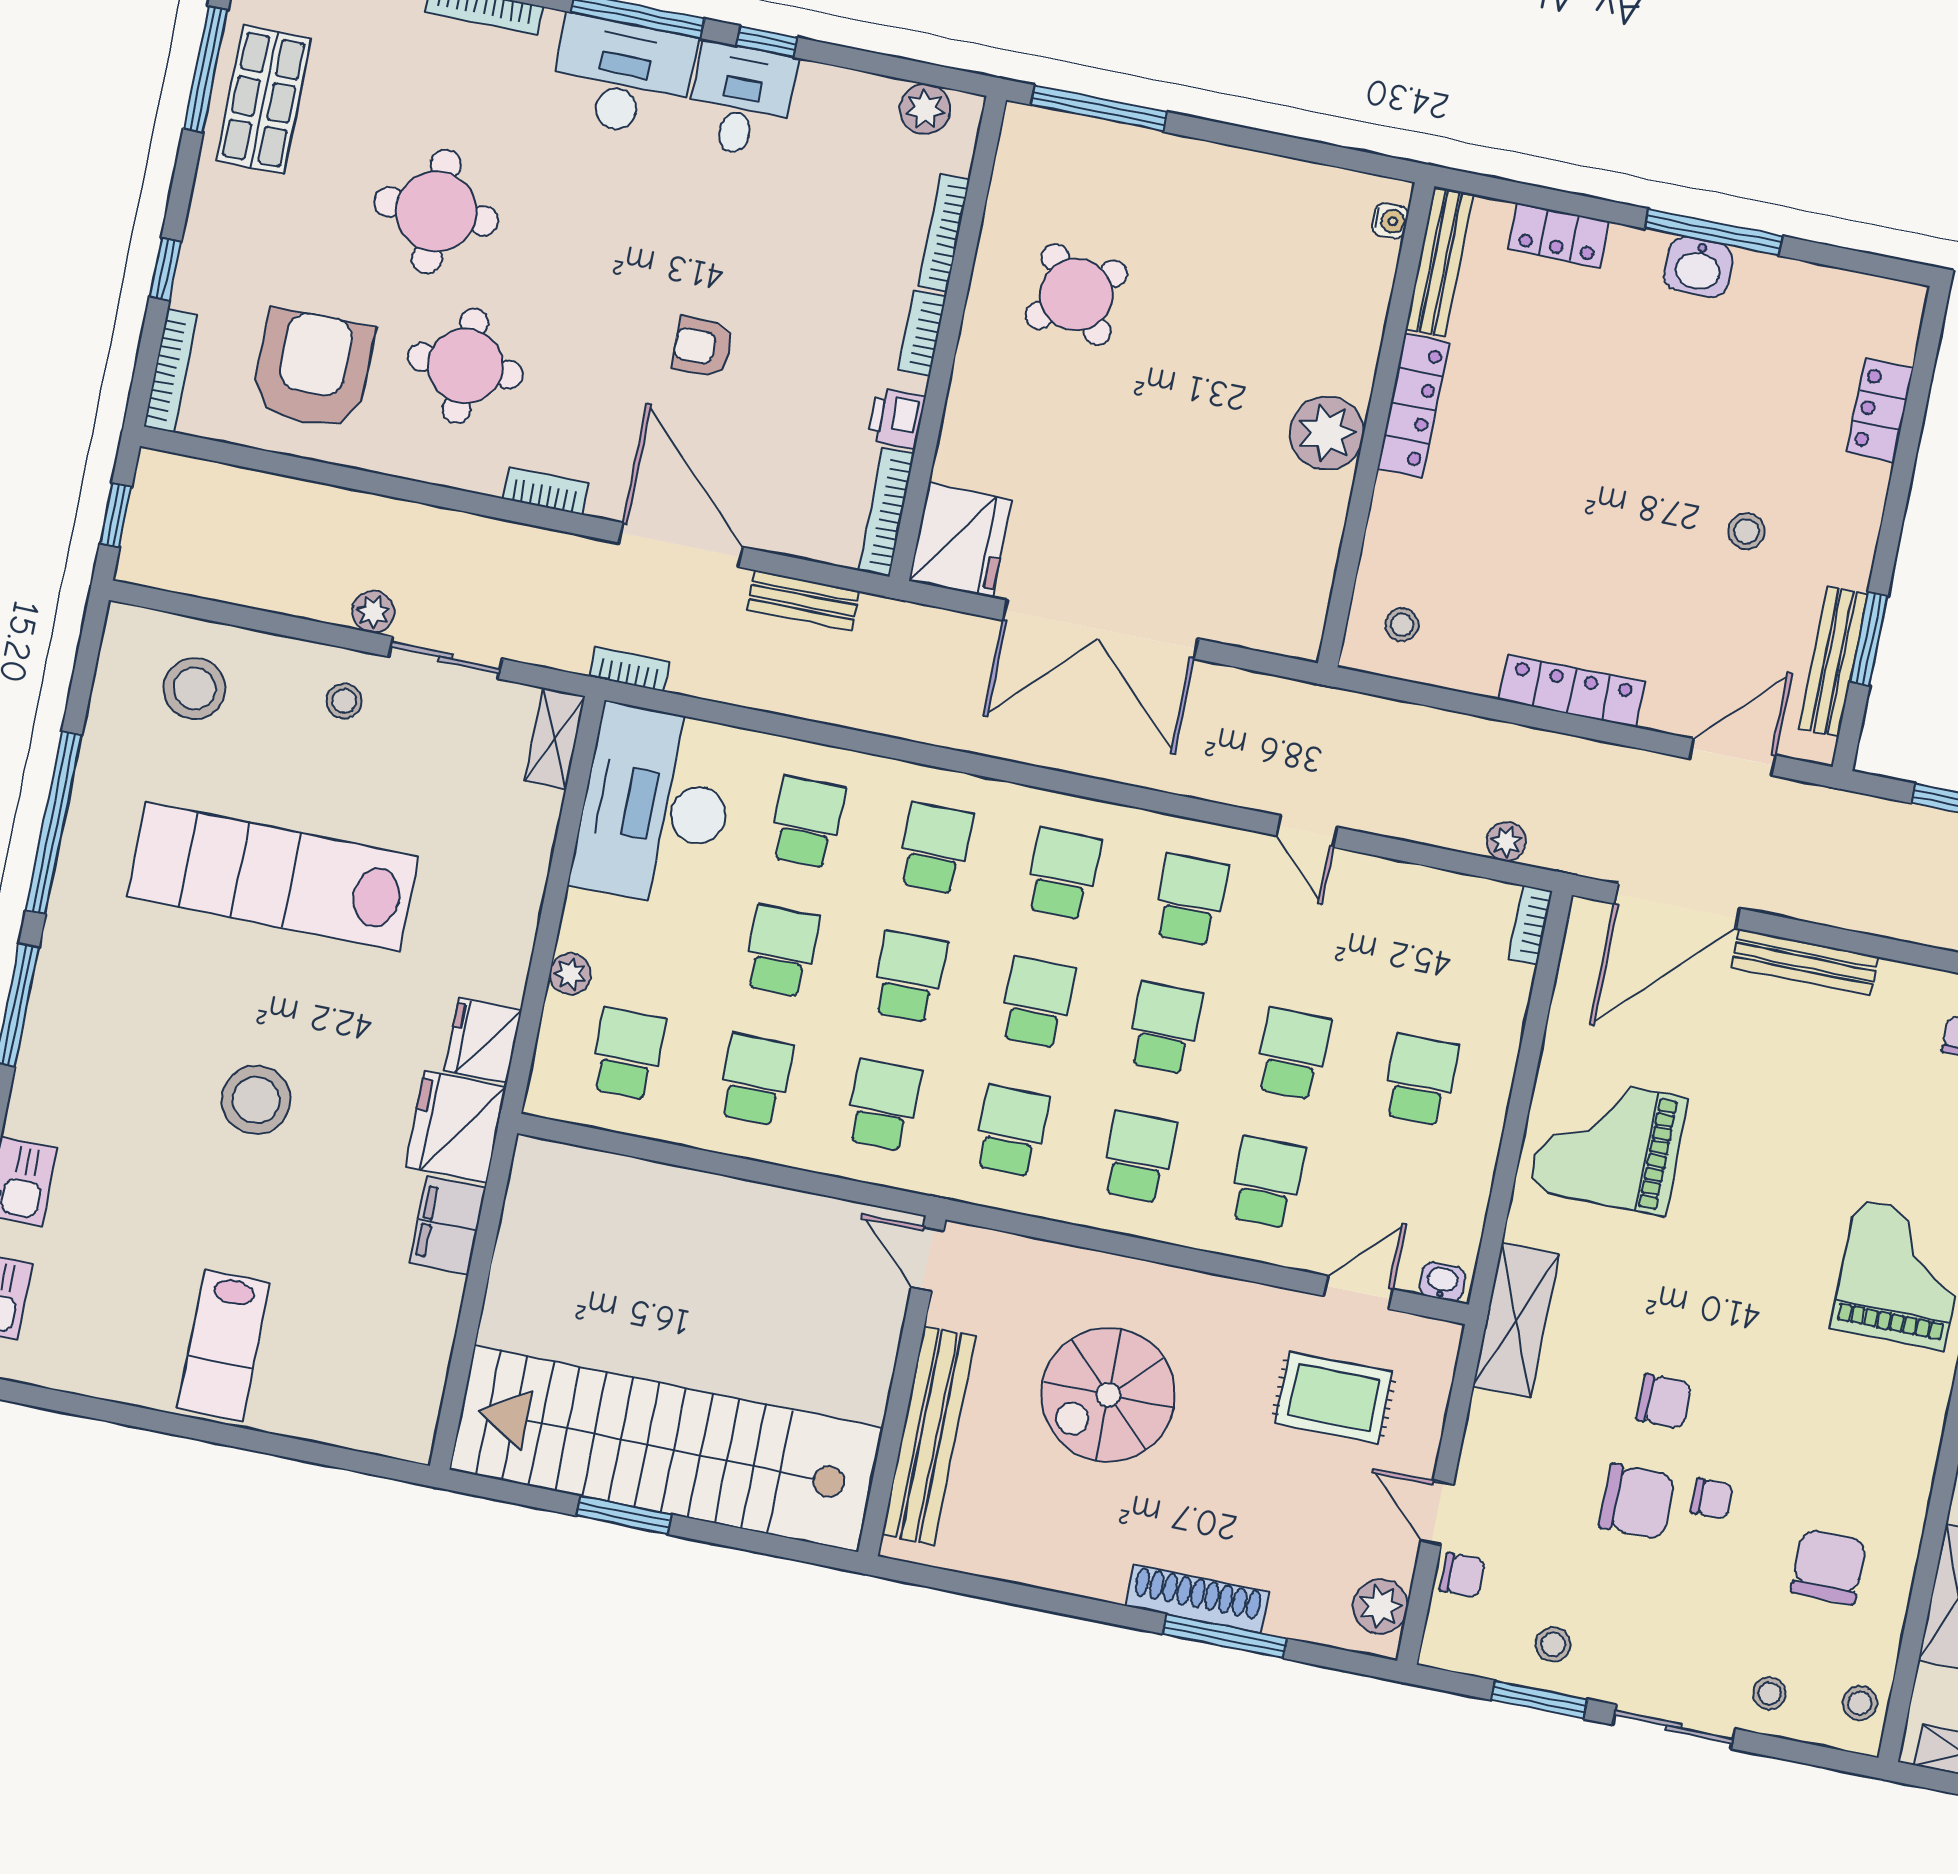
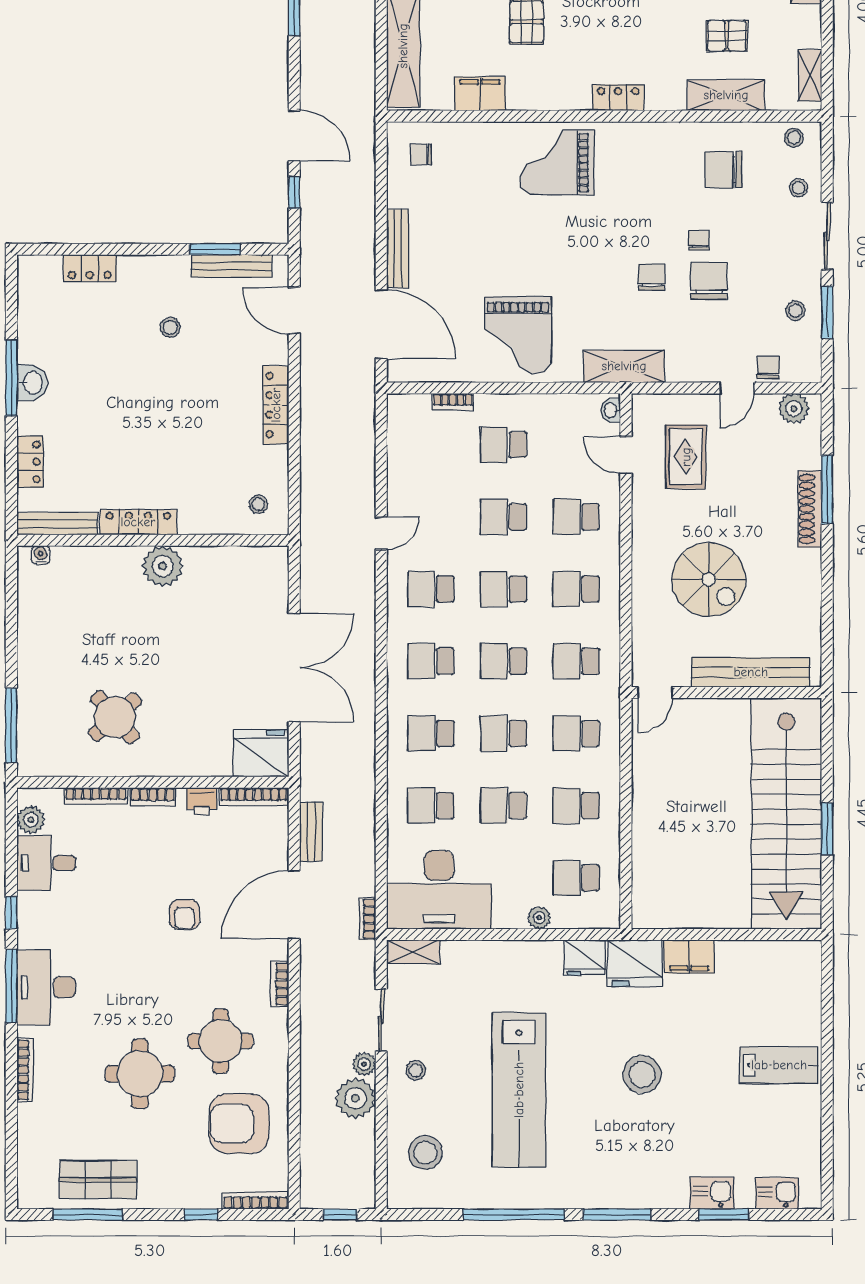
desk: (741, 100) -> (46, 863), moved
plant: (1506, 842) -> (355, 1098), moved, width x1.87, depth x1.87
bookcase: (1530, 925) -> (453, 402), moved

